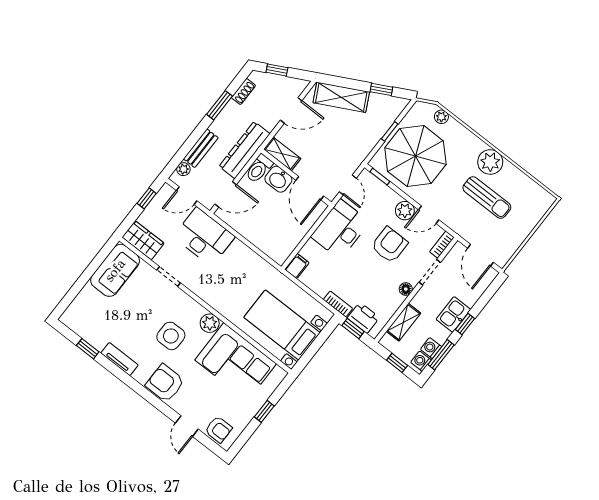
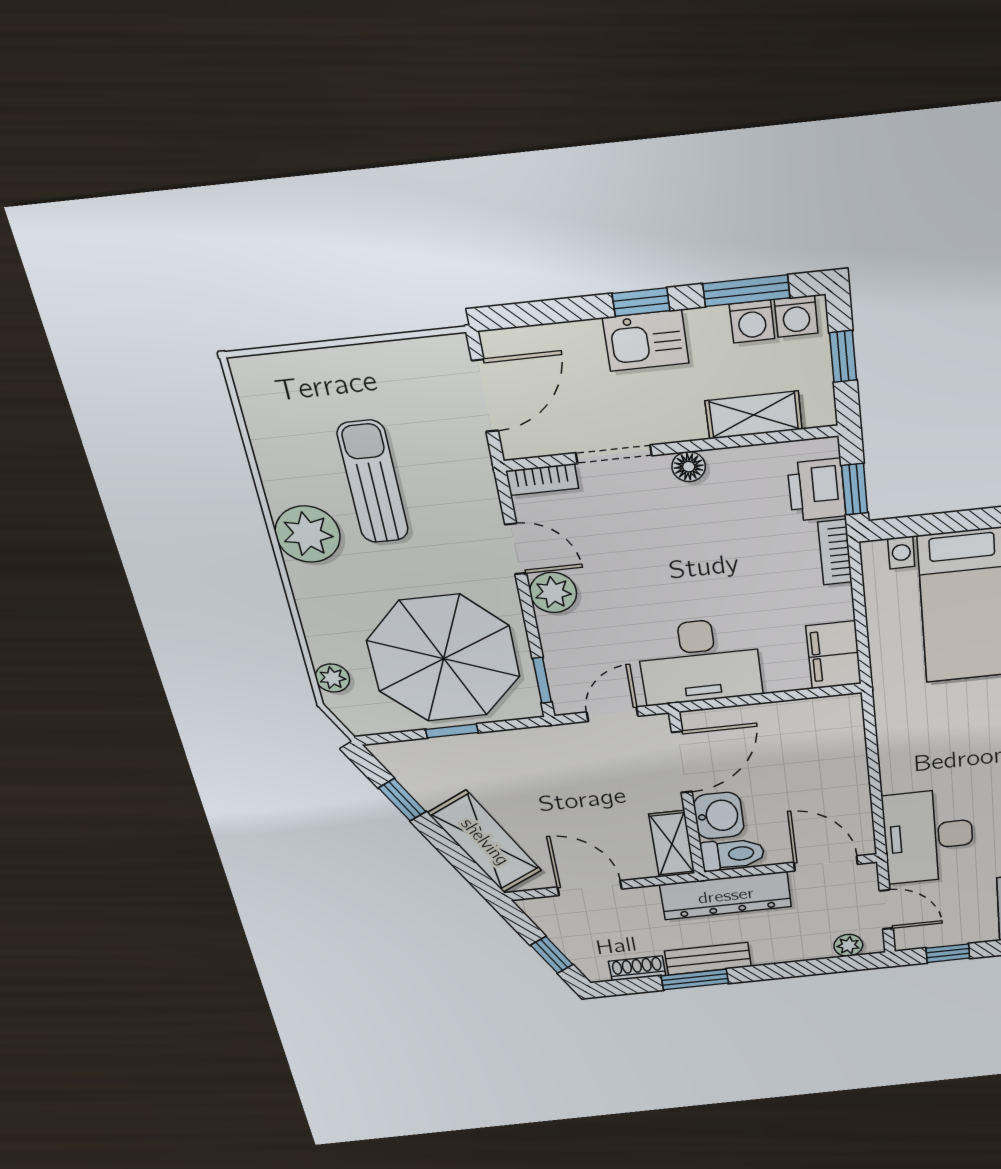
bench: (201, 148) -> (708, 959), moved
armchair: (389, 245) -> (640, 564), removed
filing cabinet: (297, 266) -> (834, 655), width x2.00

